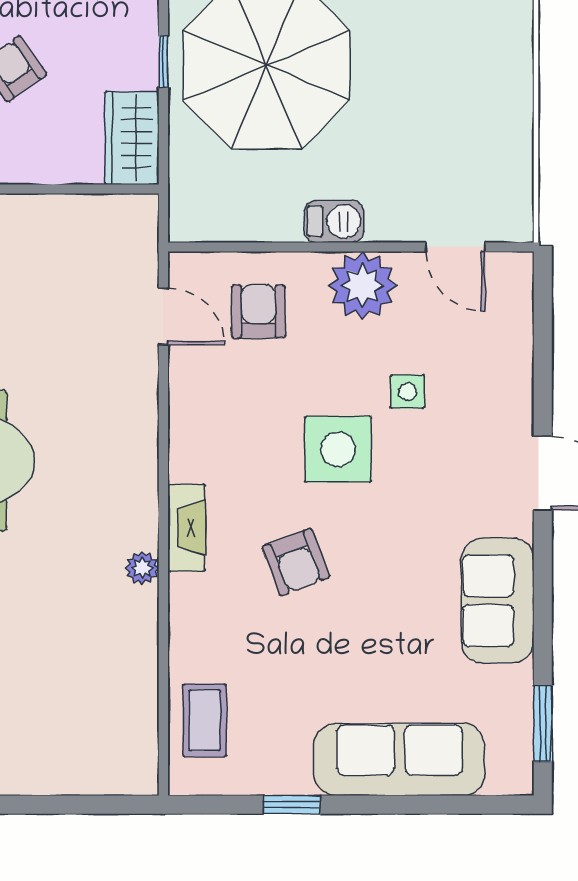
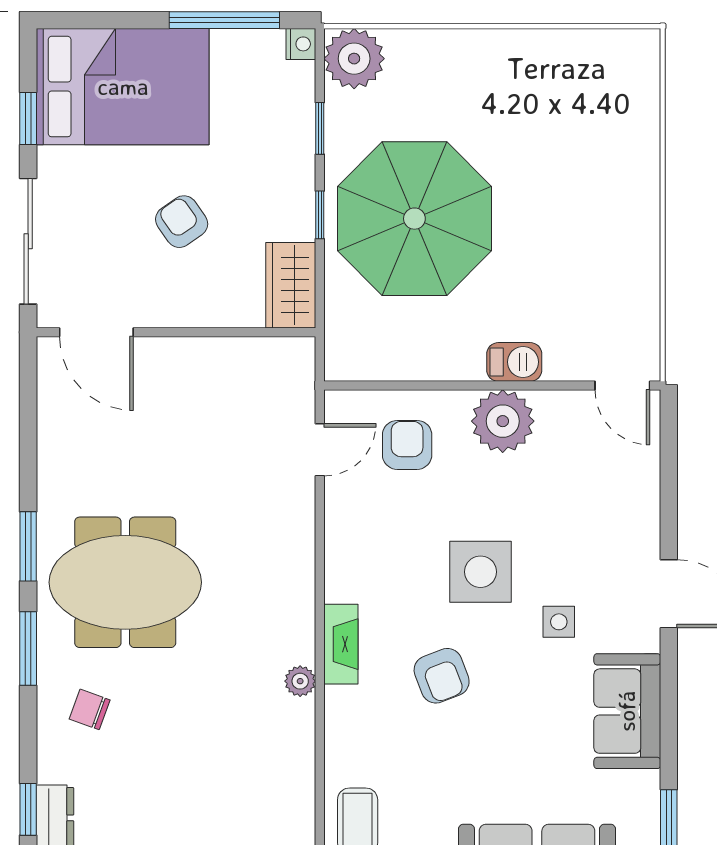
barbecue: (334, 221) -> (514, 362), moved
door: (455, 247) -> (622, 386), moved
door: (163, 317) -> (320, 450), hinge flipped
side table: (407, 392) -> (559, 622), moved

